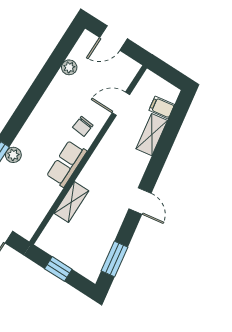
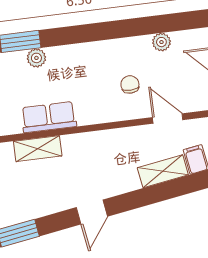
chair: (83, 126) -> (130, 84), moved, turned 82
row of seats: (67, 164) -> (49, 117), moved

